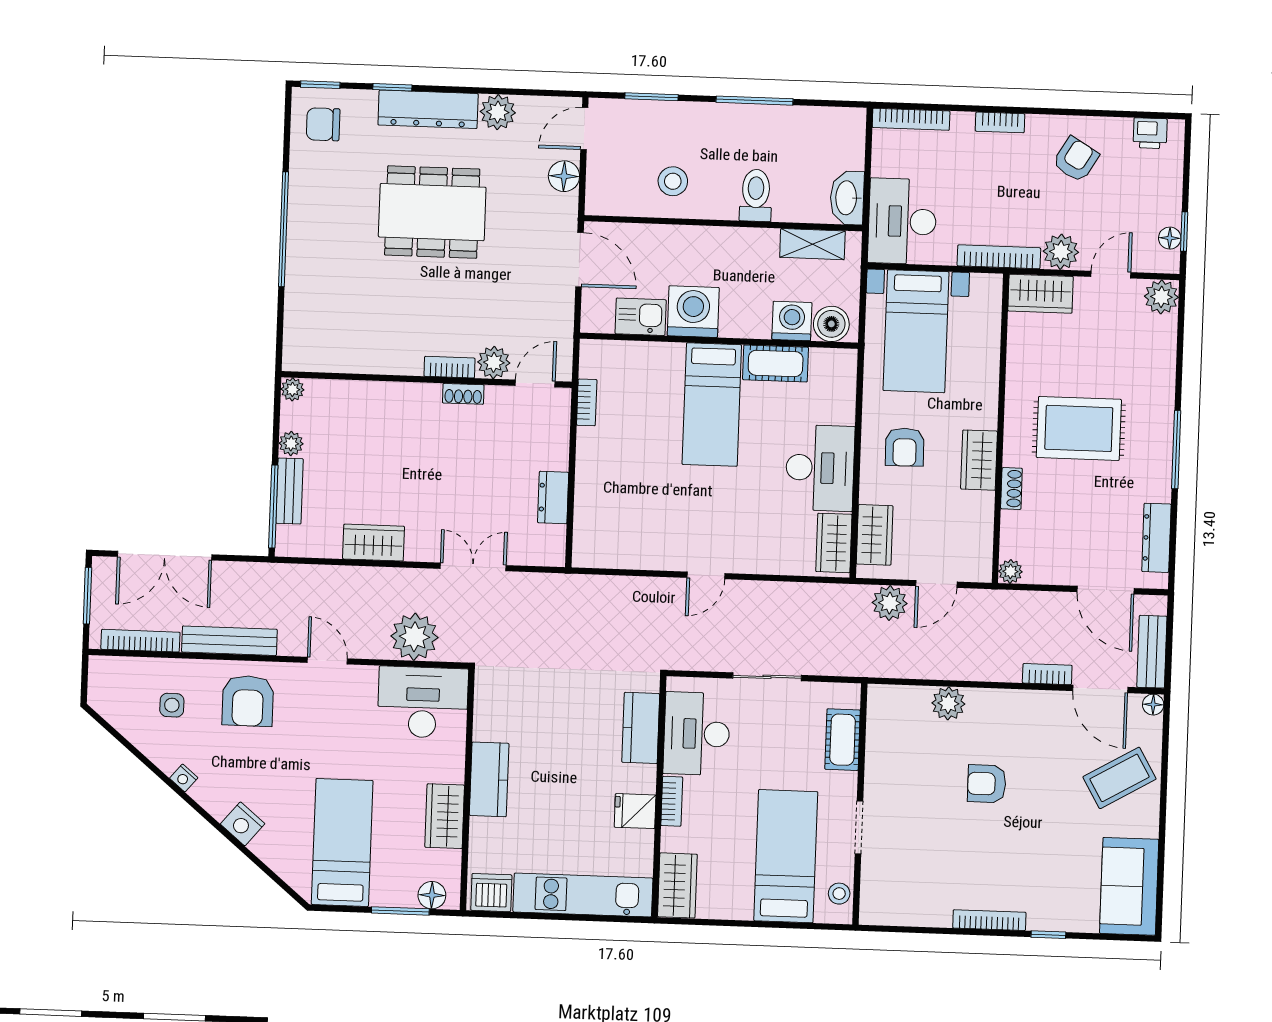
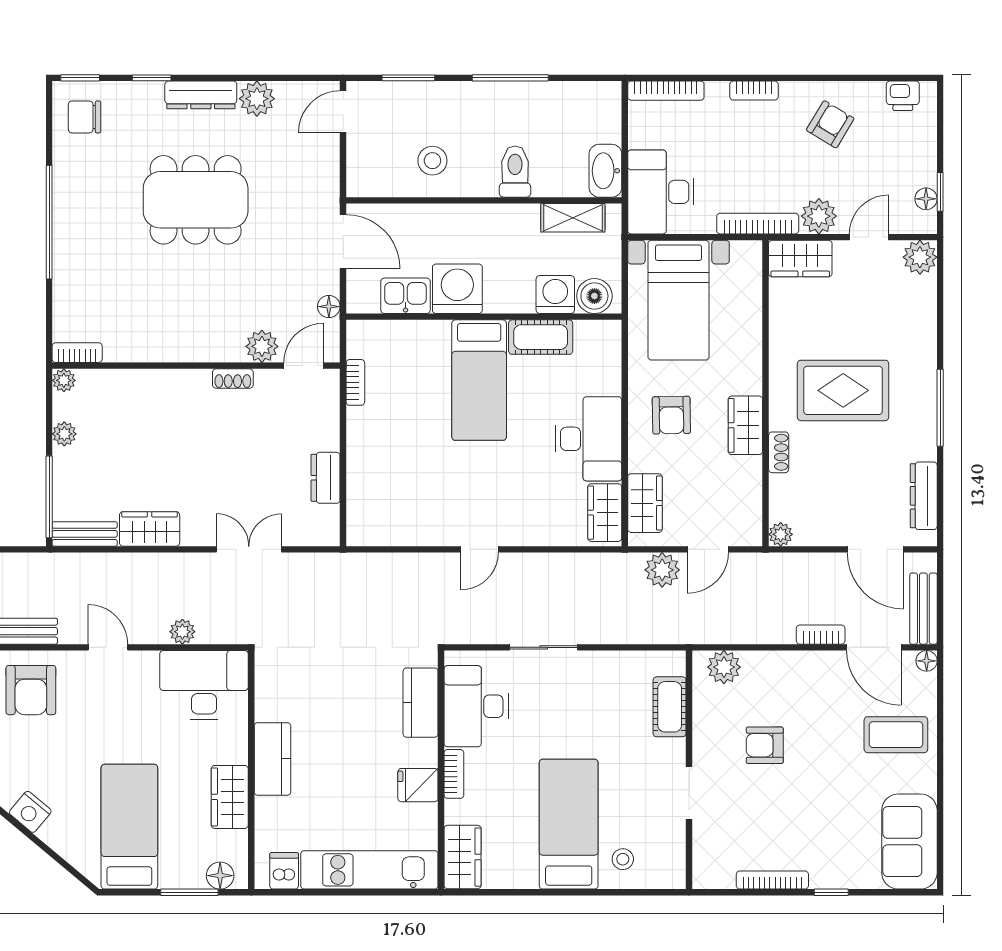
dresser: (428, 109) -> (201, 95), width x0.73, depth x0.80
floor lamp: (564, 176) -> (329, 307), moved, width x0.73, depth x0.73
bookcase: (450, 367) -> (77, 353), moved
bench: (290, 491) -> (85, 534), moved, turned 90
plant: (414, 637) -> (182, 632), width x0.53, depth x0.53
cot: (843, 740) -> (670, 707), moved
coffee table: (1120, 778) -> (896, 735), turned 30
wall: (860, 804) -> (689, 770), moved
doorway: (859, 827) -> (689, 793), moved
dishwasher: (491, 893) -> (284, 871), width x0.73

